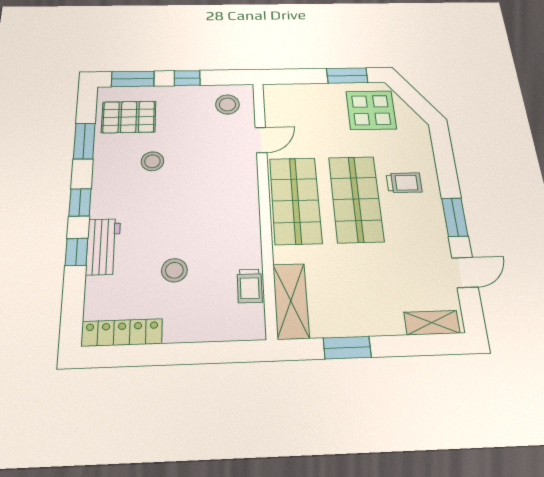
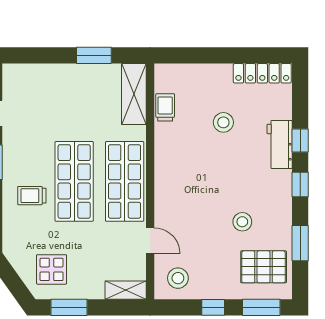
display table: (371, 110) -> (52, 269), width x0.73, depth x0.73
door: (261, 140) -> (150, 241), swing flipped
shelving: (432, 323) -> (126, 290), moved

